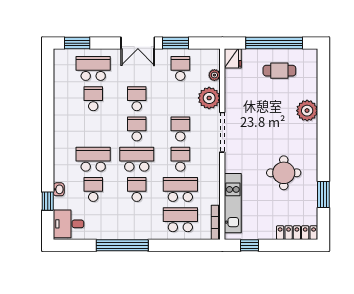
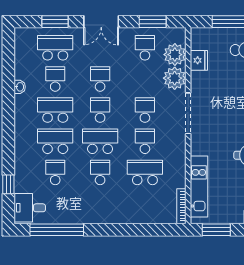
window: (77, 43) -> (55, 22), moved
window: (175, 43) -> (153, 22), moved
fridge: (233, 58) -> (199, 60), moved
plant: (214, 75) -> (175, 55), width x1.88, depth x1.88
washbasin: (59, 189) -> (20, 87), moved
school desk: (180, 220) -> (55, 110), moved
window: (122, 245) -> (57, 230), moved
window: (250, 245) -> (216, 230), width x1.50

